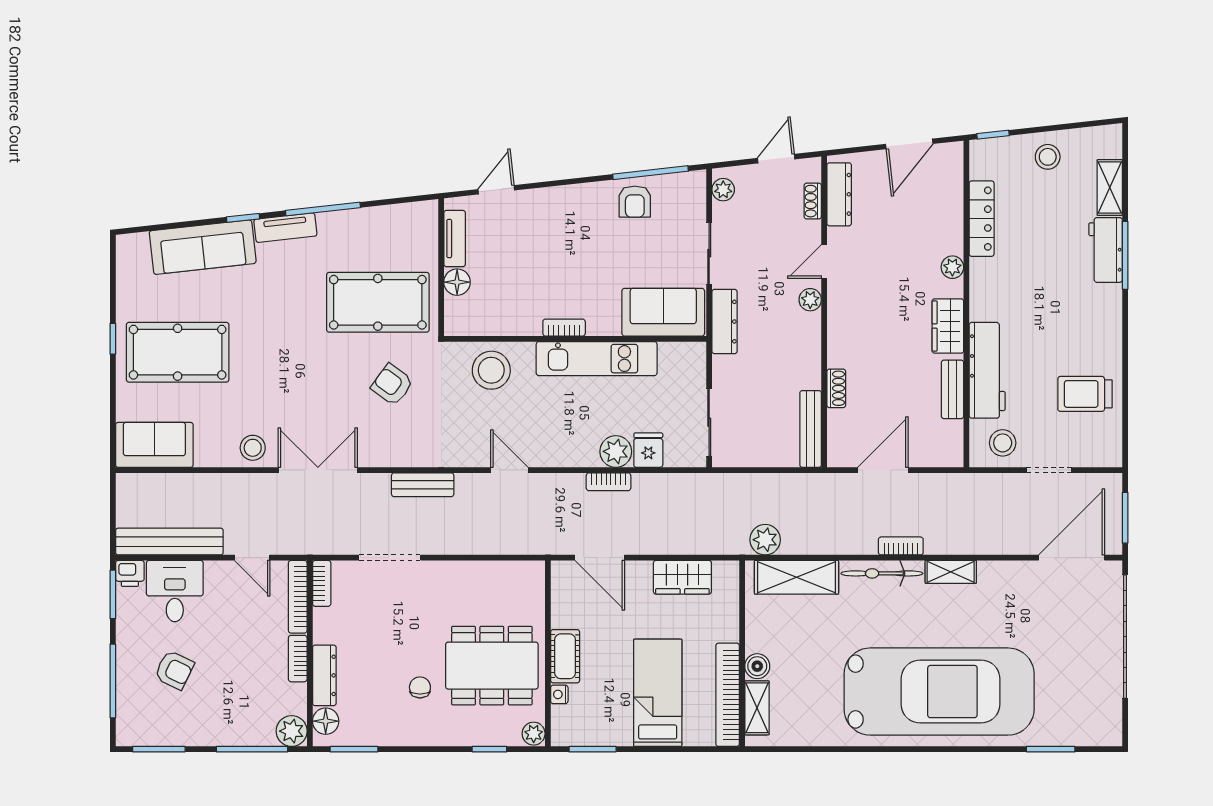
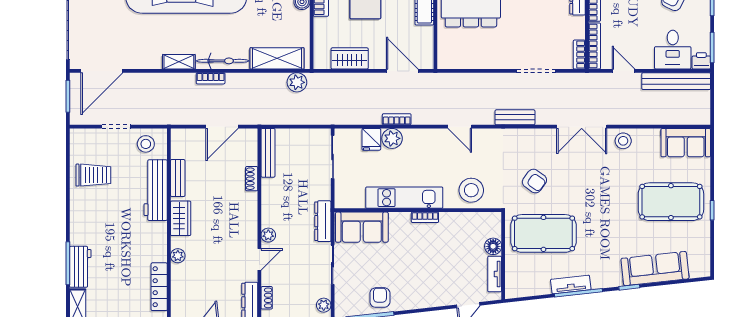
tv unit: (285, 228) -> (571, 284), moved

